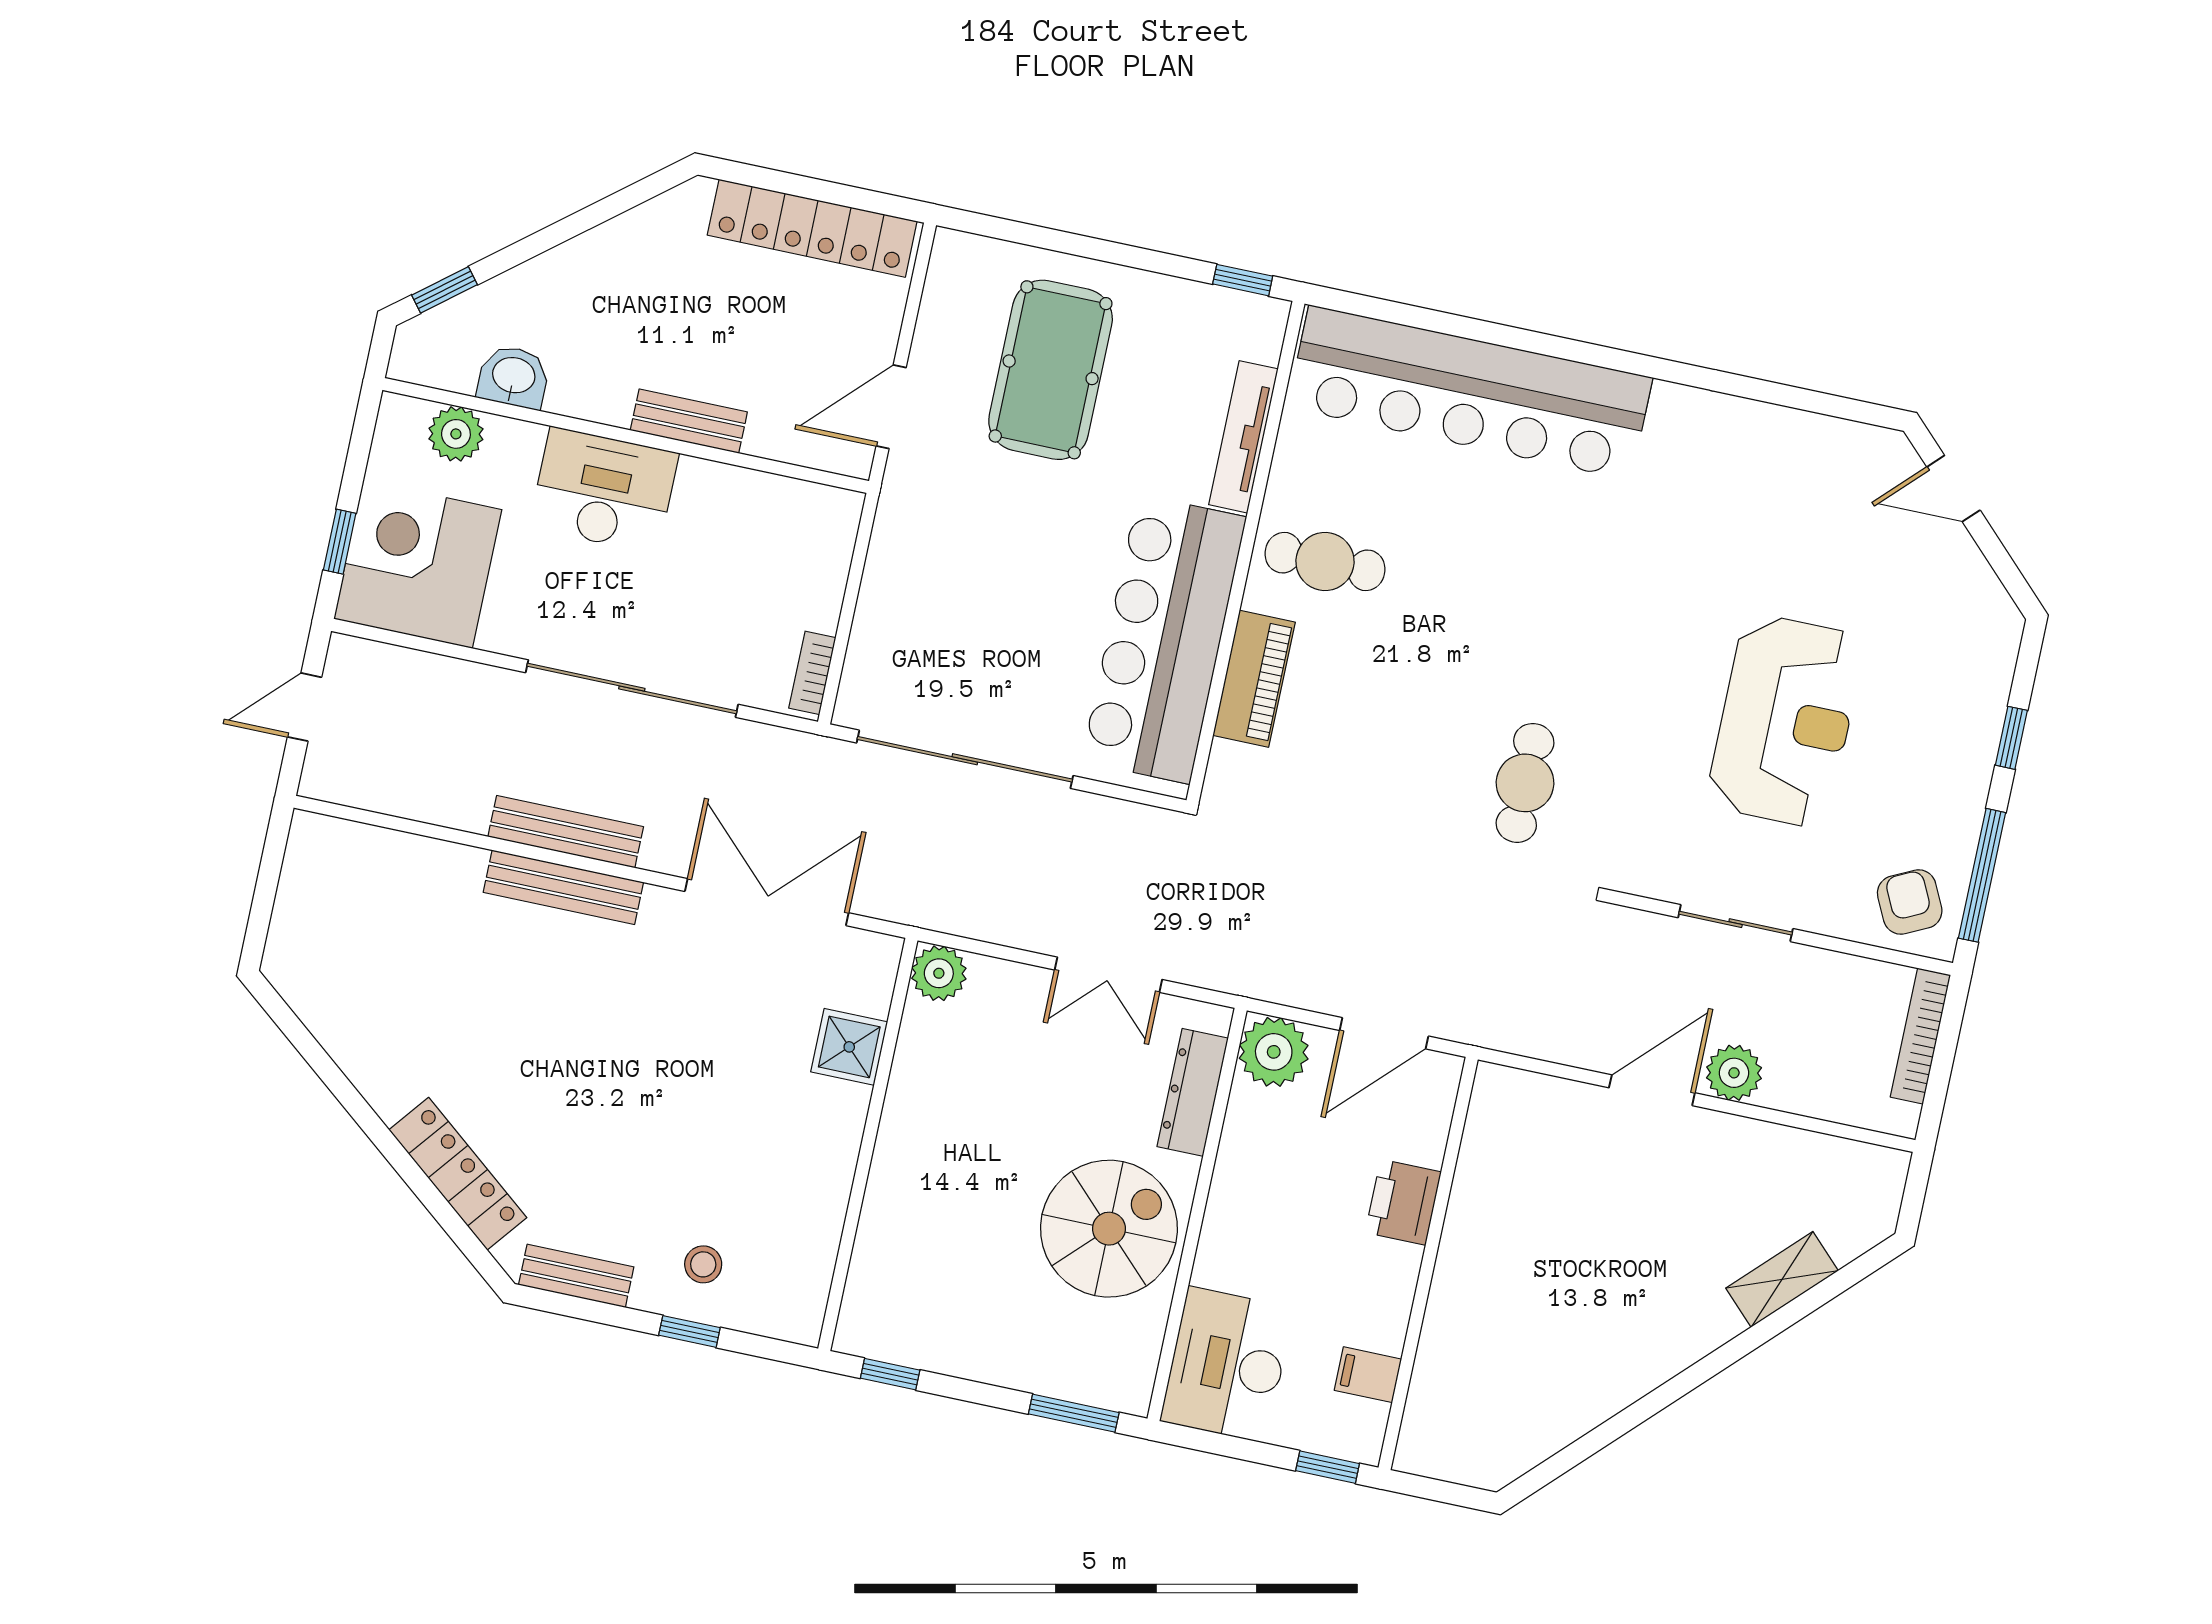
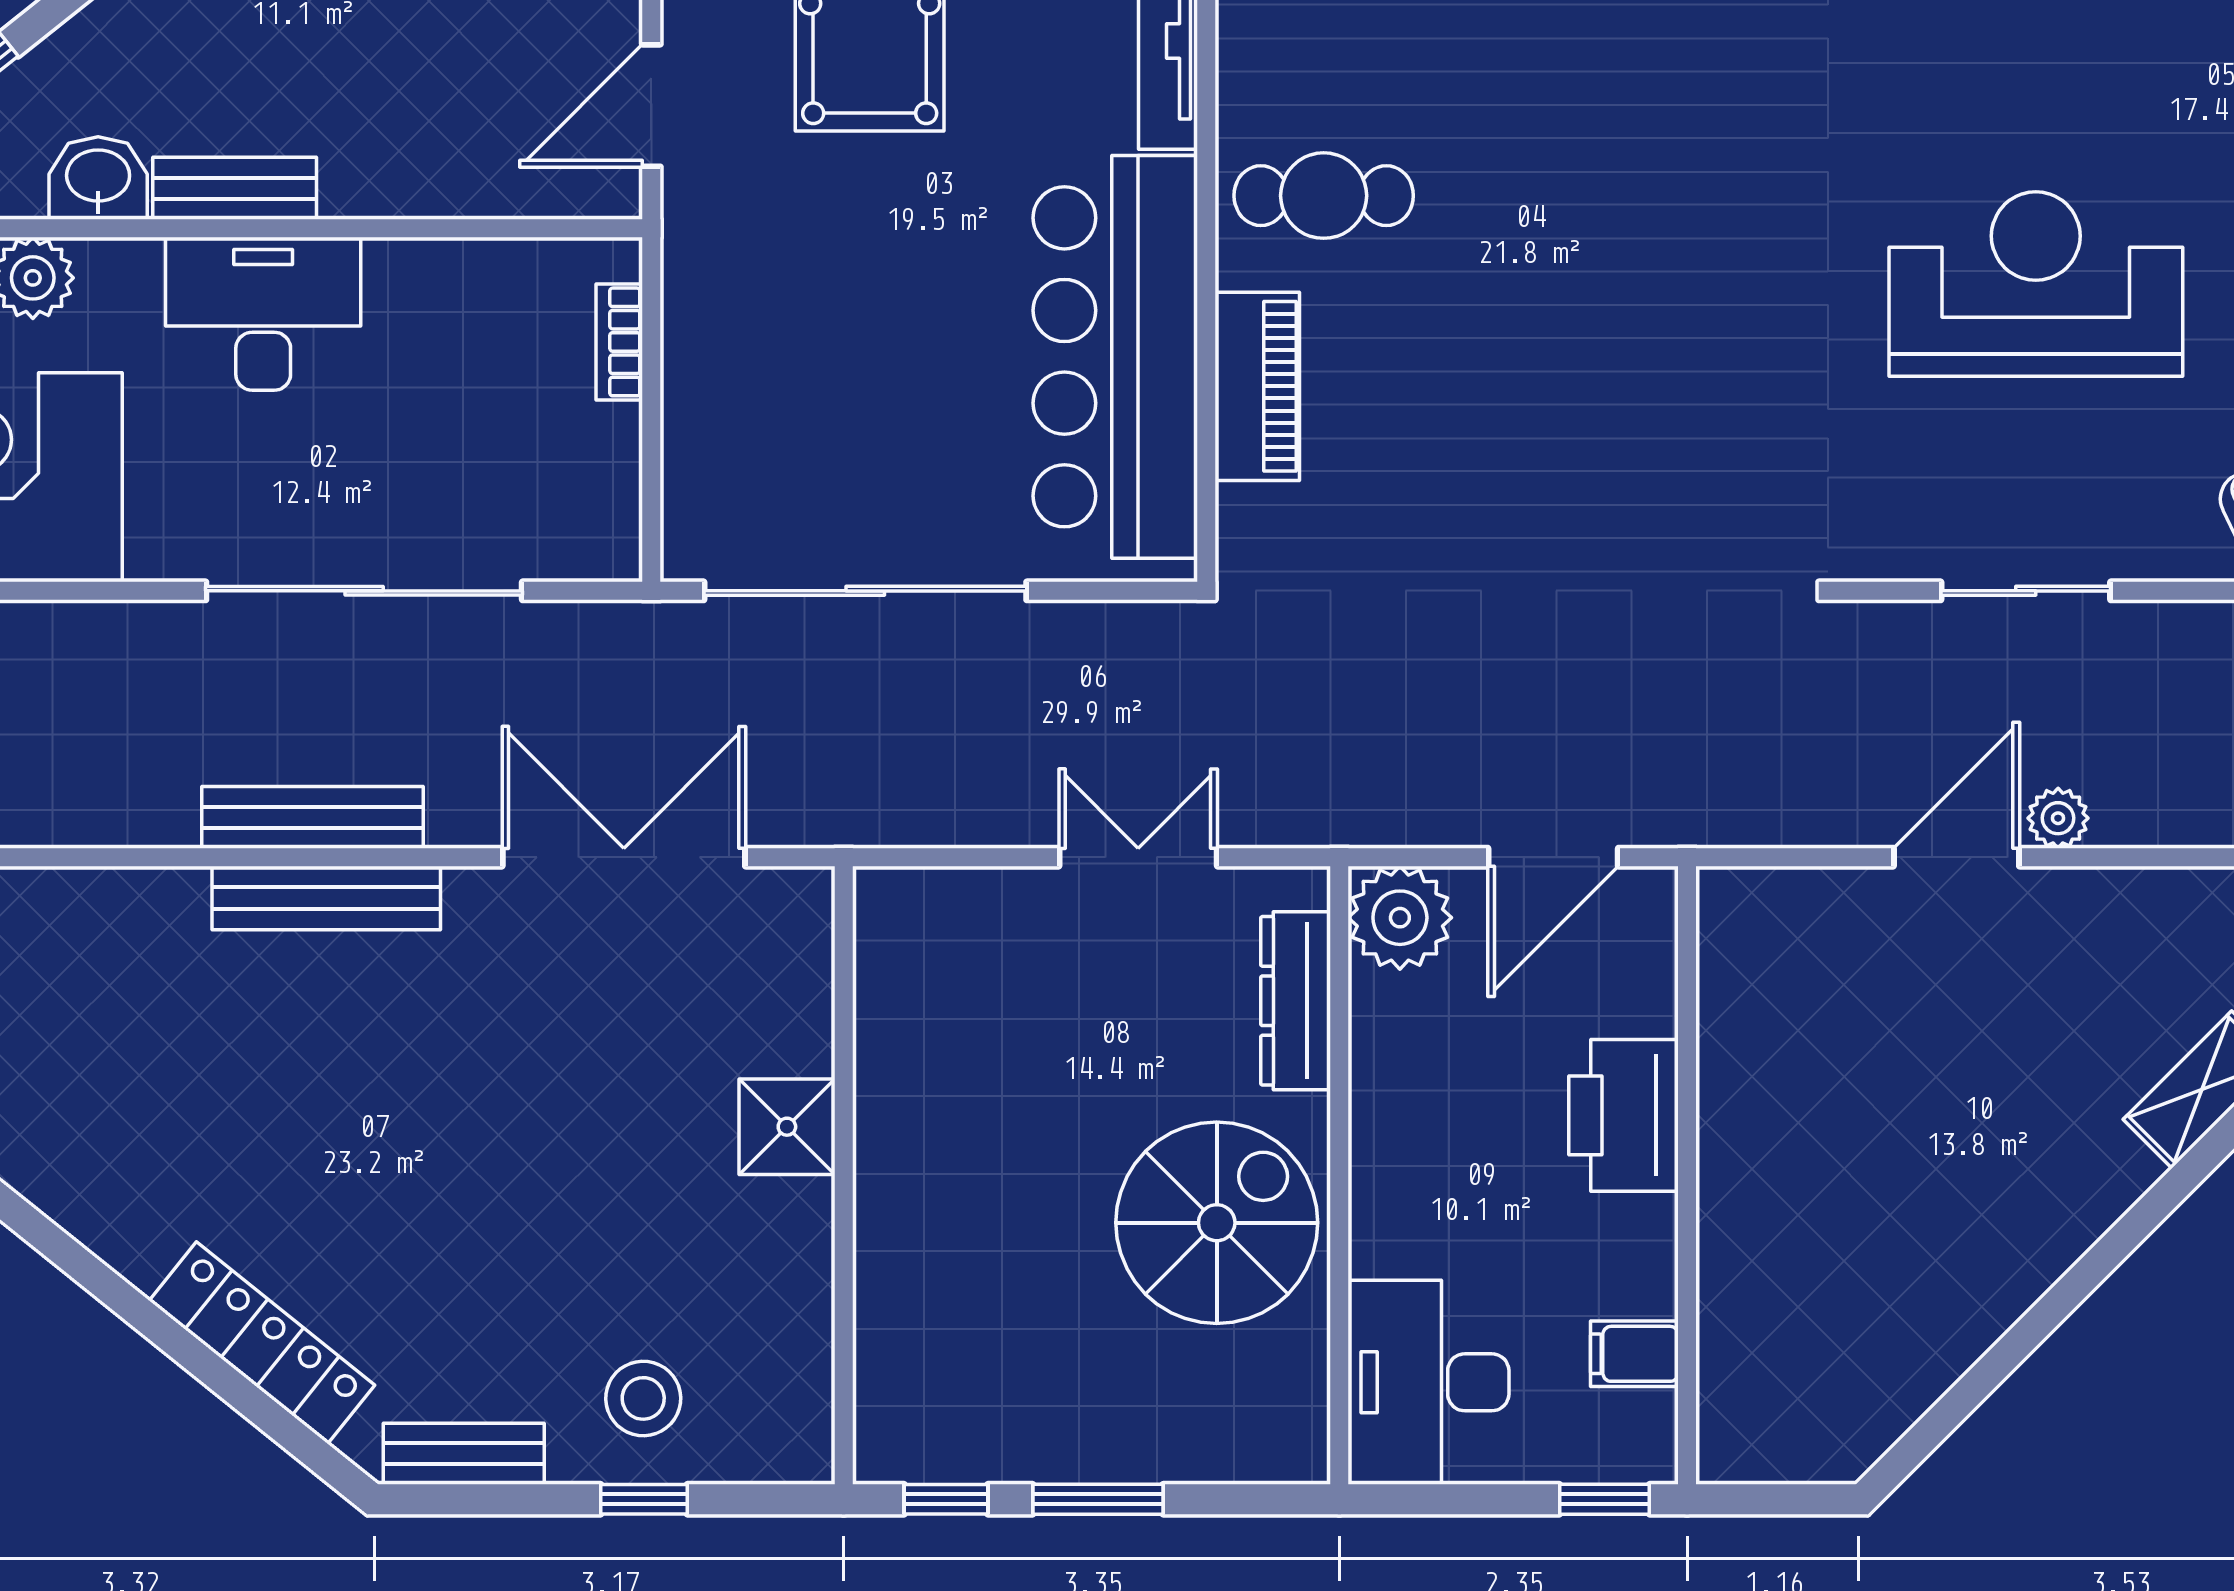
bench: (689, 421) -> (235, 188), moved
bookcase: (812, 673) -> (619, 342), moved
reception desk: (1786, 721) -> (2036, 284), turned -90
cafe table: (1525, 783) -> (1680, 453), removed
plant: (939, 973) -> (893, 907), removed
double door: (1108, 975) -> (1138, 857), swing flipped
shower: (849, 1047) -> (787, 1127), moved
plant: (1734, 1073) -> (2058, 818), width x0.73, depth x0.73
printer: (1403, 1202) -> (1624, 1115), width x1.37, depth x1.19
stool: (703, 1264) -> (643, 1398), width x1.37, depth x1.37
window: (1074, 1413) -> (1098, 1499), moved

